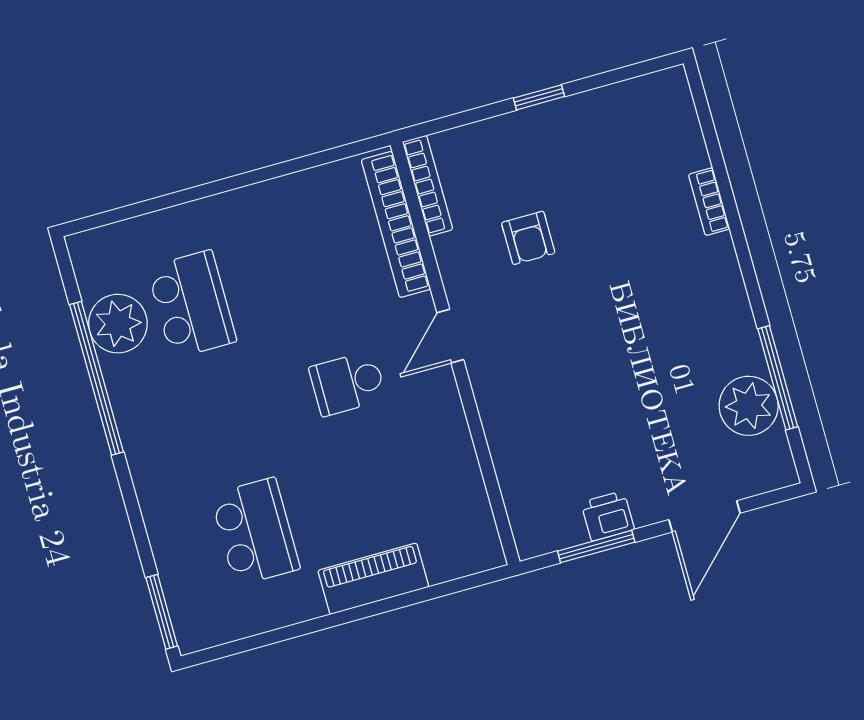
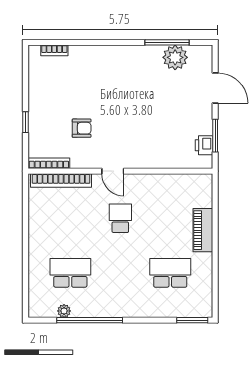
window: (539, 97) -> (25, 122), moved
bookcase: (709, 202) -> (54, 50), moved
plant: (118, 324) -> (64, 311), width x0.53, depth x0.53
school desk: (348, 383) -> (120, 218), turned 180
printer: (608, 516) -> (204, 145), moved

